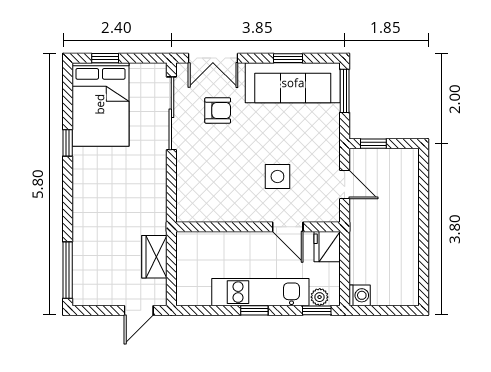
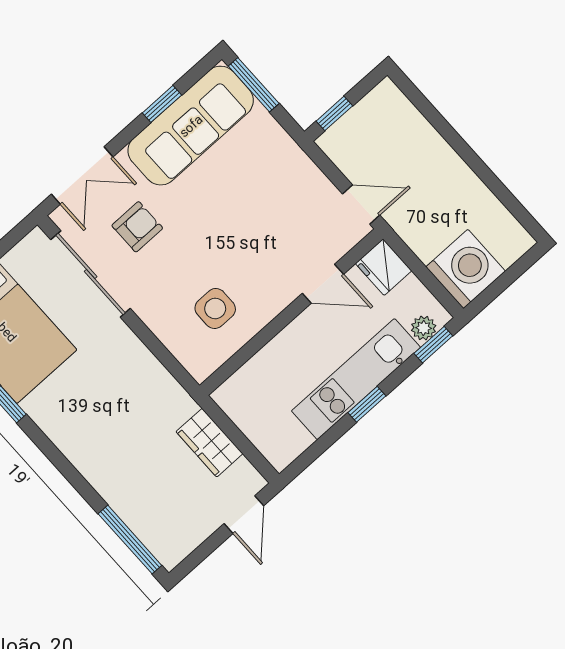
side table: (277, 176) -> (215, 308), moved
door: (345, 184) -> (361, 205), moved
washing machine: (360, 295) -> (466, 269), width x1.89, depth x1.89

